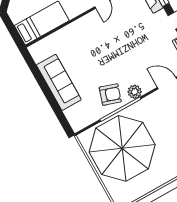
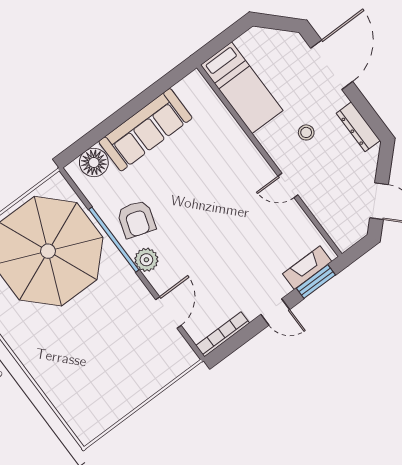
floor lamp: (74, 115) -> (94, 162), added

